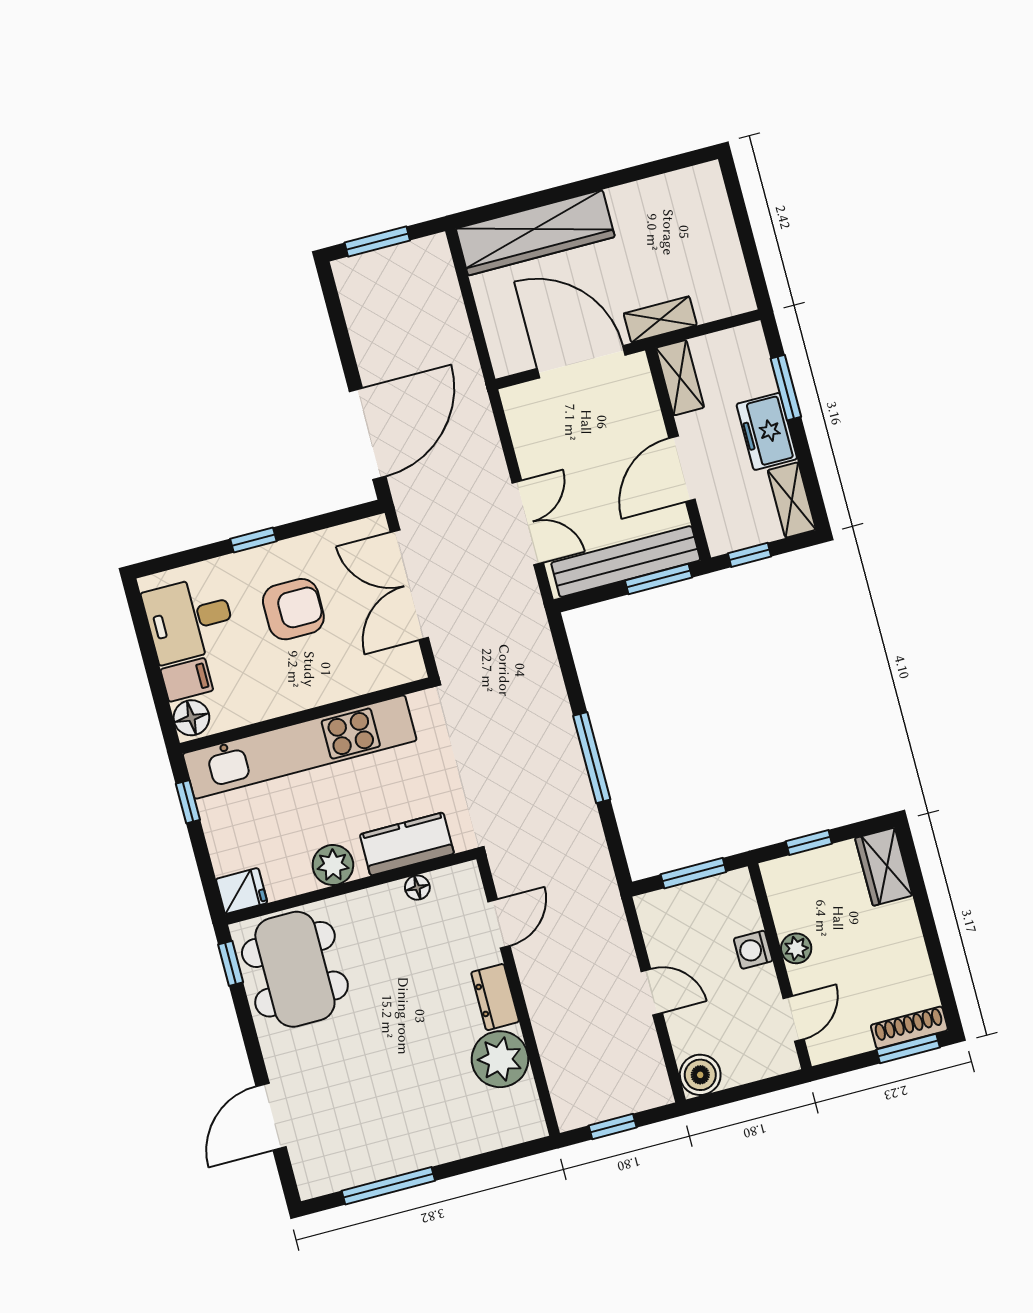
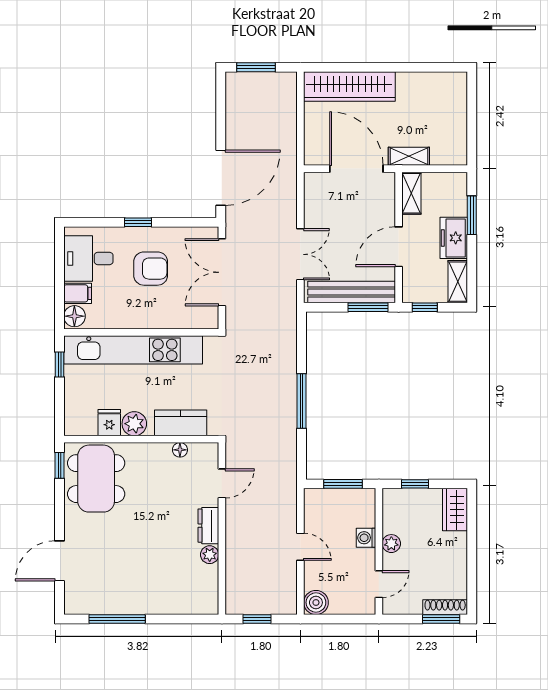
fridge: (242, 891) -> (109, 423), moved, turned -90
plant: (500, 1059) -> (210, 555), width x0.53, depth x0.53

